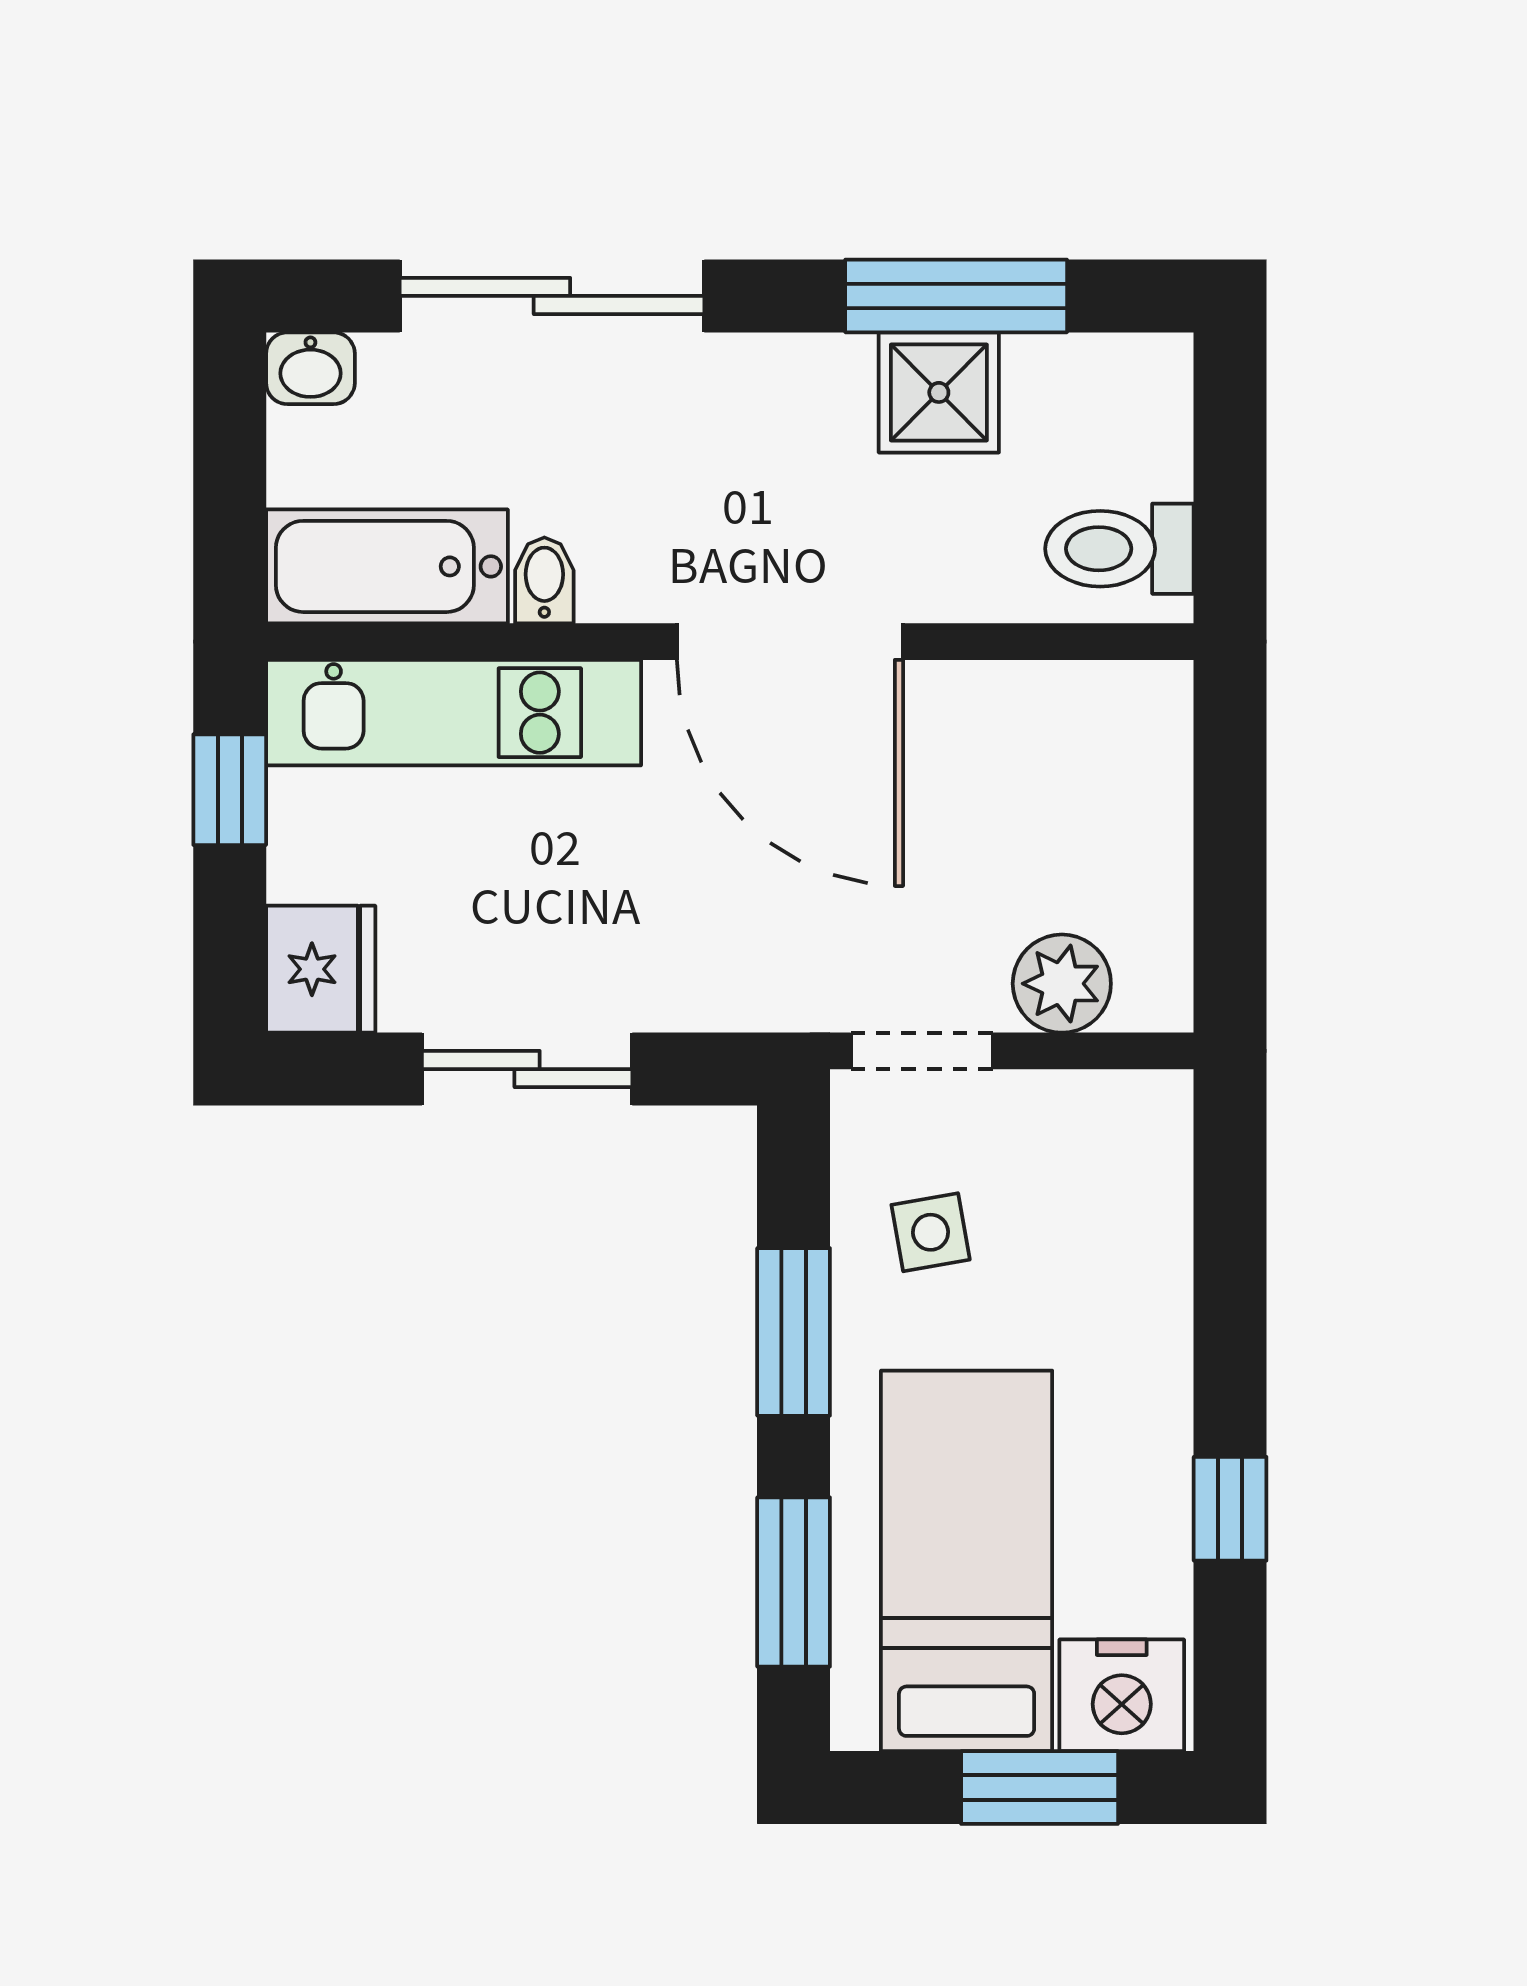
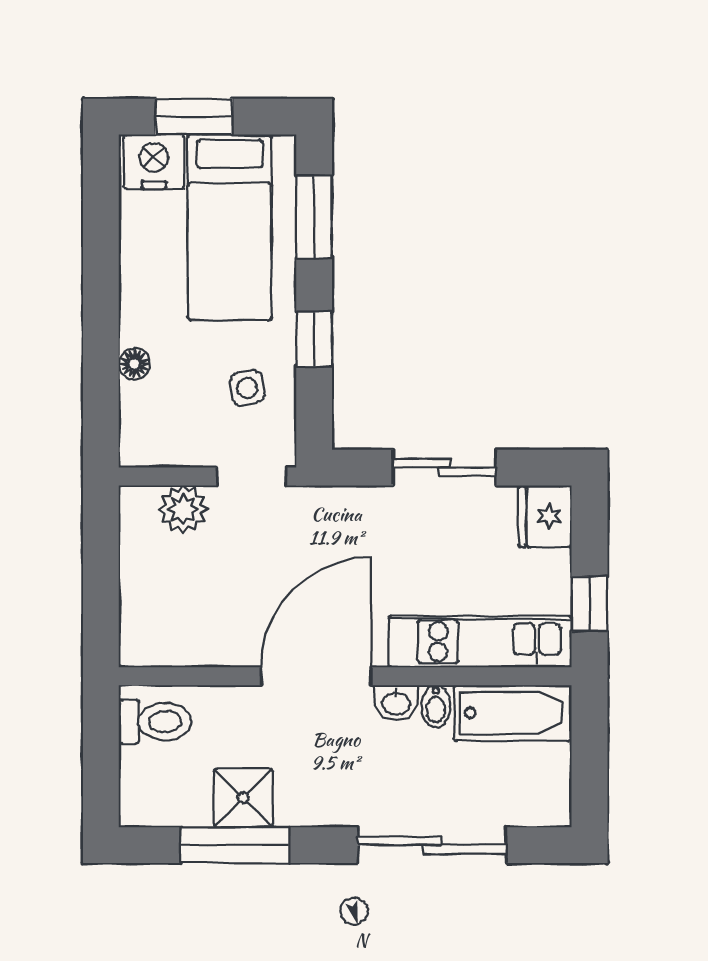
washbasin: (310, 368) -> (396, 703), moved, turned 180
door: (790, 642) -> (316, 676), hinge flipped
floor lamp: (1162, 1281) -> (134, 364), added
window: (794, 1332) -> (314, 339), width x0.67
window: (1230, 1509) -> (101, 253), removed

